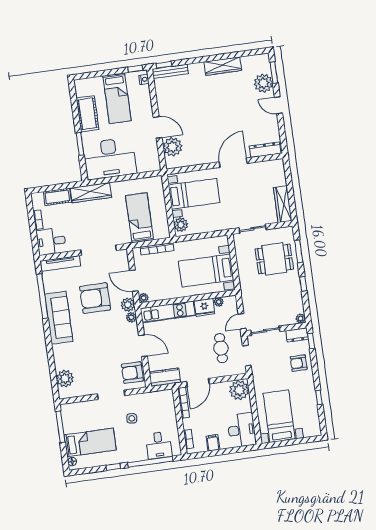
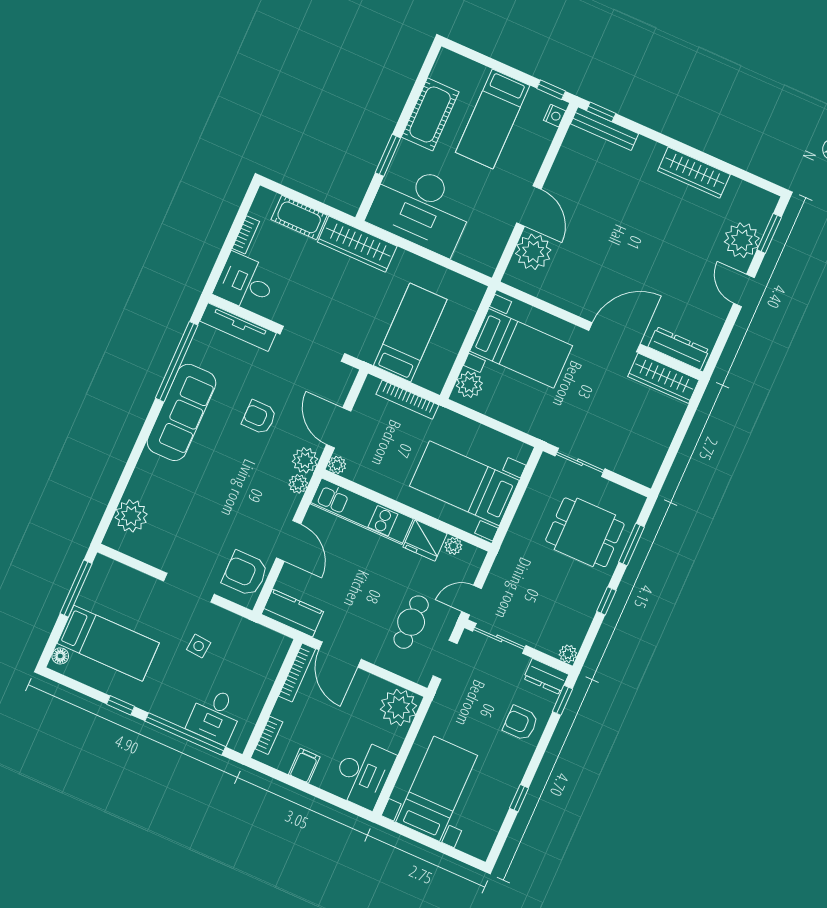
wardrobe: (283, 204) -> (663, 378), moved, turned -90
armchair: (95, 298) -> (259, 417), width x0.53, depth x0.53
door: (198, 383) -> (340, 655), hinge flipped

